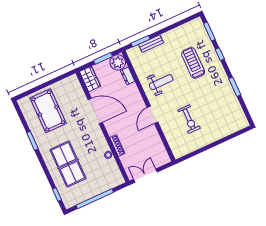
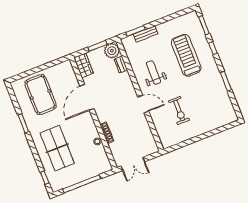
treadmill: (193, 63) -> (186, 55), width x1.37, depth x1.38
weight bench: (161, 82) -> (154, 73), turned -90
door: (95, 111) -> (87, 97), swing flipped
door: (152, 115) -> (143, 104), swing flipped
double door: (145, 176) -> (133, 164), swing flipped

